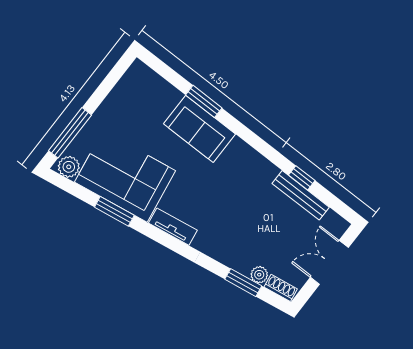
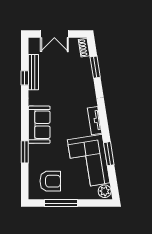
armchair: (139, 105) -> (50, 181), added
sofa: (200, 129) -> (39, 125), moved
window: (70, 133) -> (61, 203), moved
plant: (259, 275) -> (86, 63), removed

